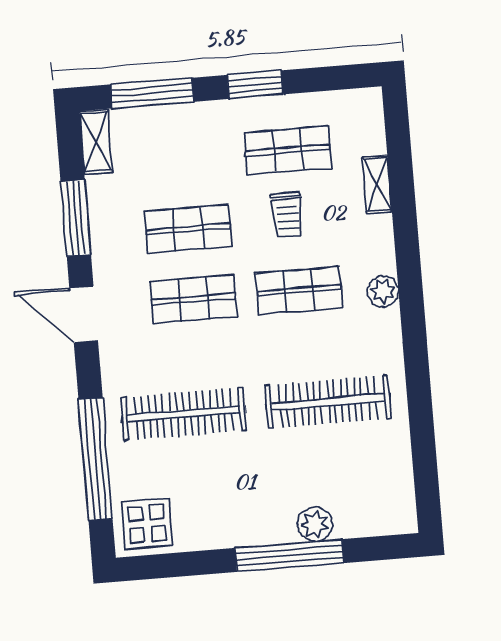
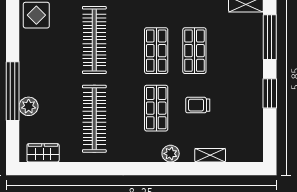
shop shelf: (288, 150) -> (233, 108), removed
plant: (383, 291) -> (171, 154), moved
wardrobe: (398, 491) -> (43, 153), added

